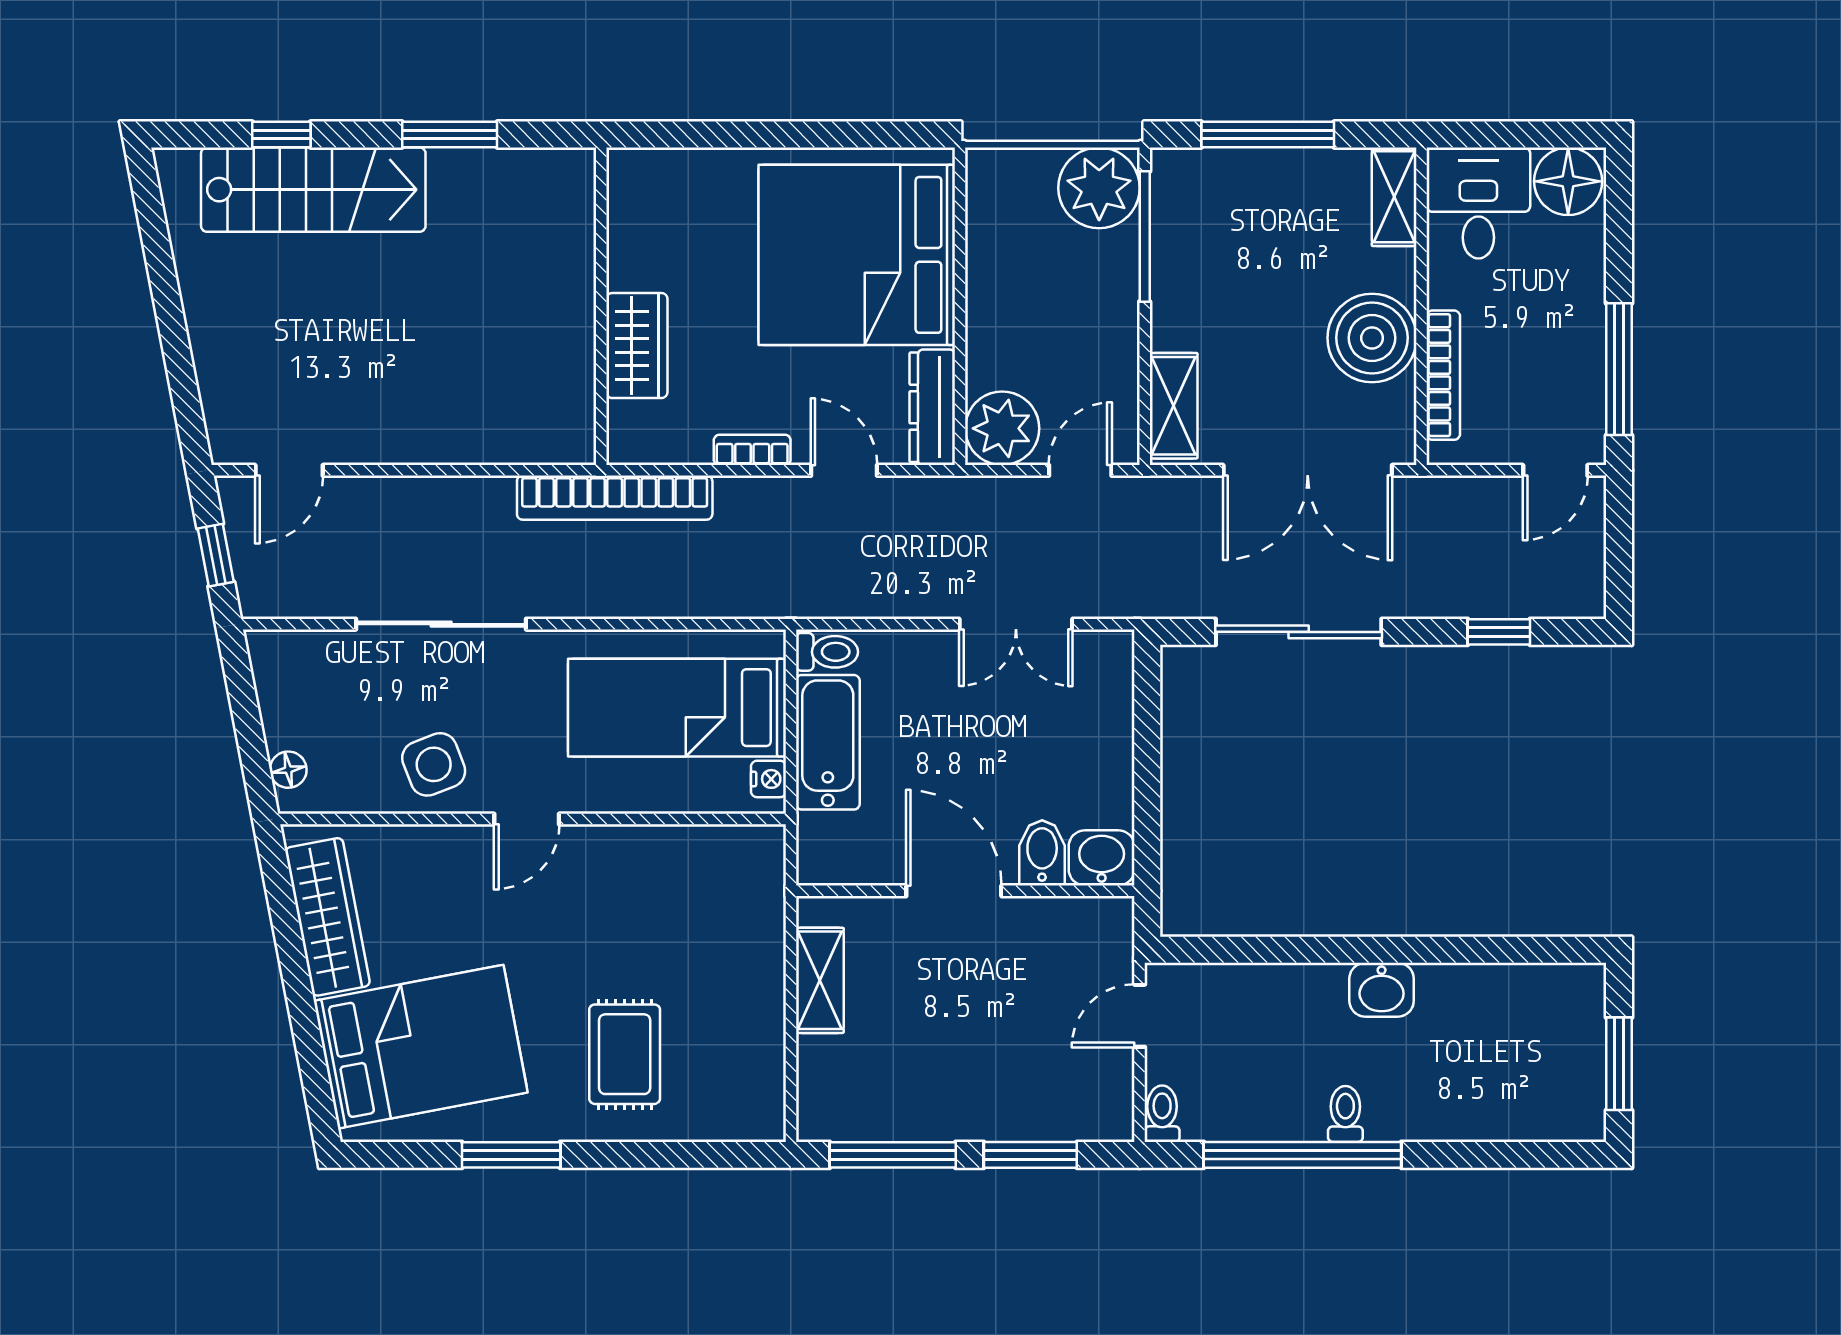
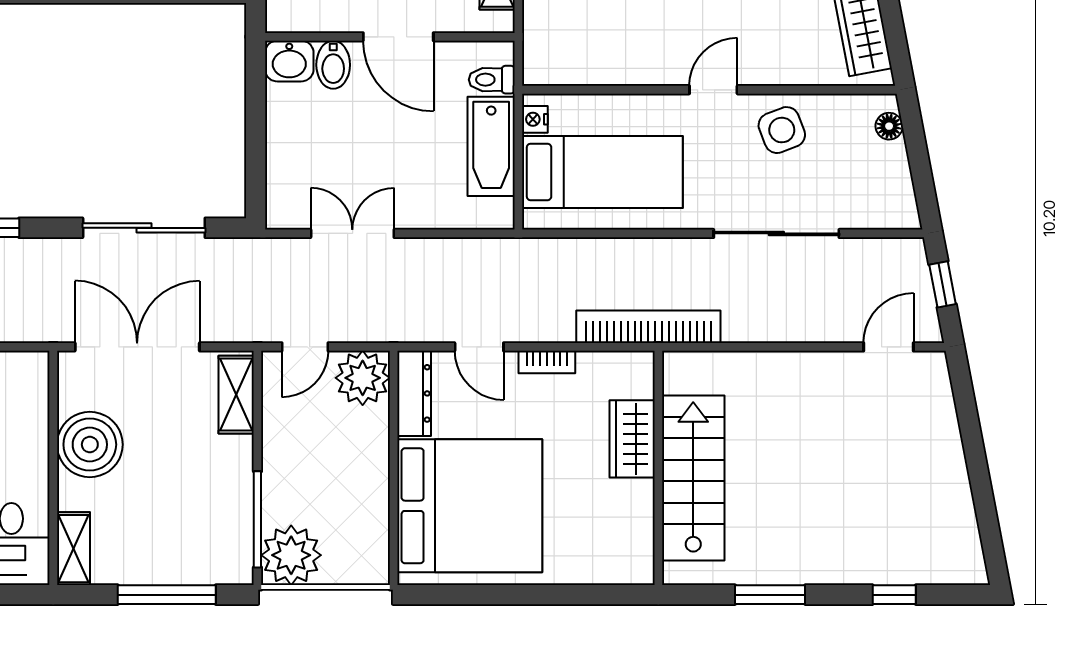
stairs: (313, 190) -> (693, 478), moved, turned 90
bookcase: (1443, 375) -> (37, 417), removed
toilet: (827, 652) -> (492, 80), moved

